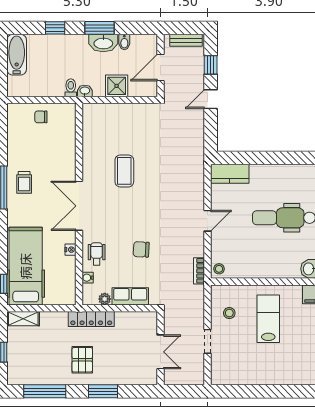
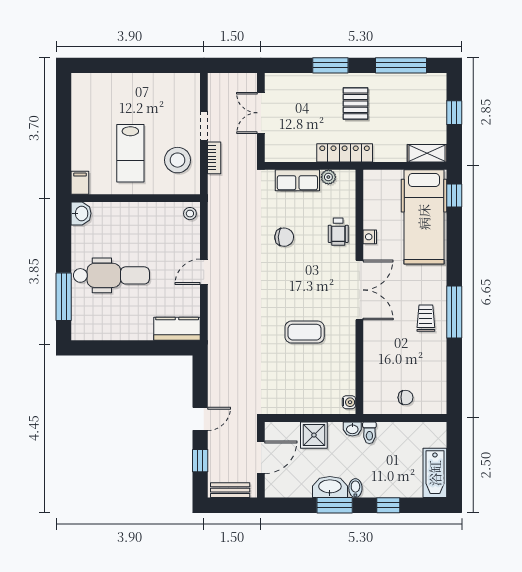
bidet: (124, 42) -> (355, 488), moved
coffee table: (124, 171) -> (305, 332), turned 90
bookcase: (199, 271) -> (214, 158), moved
water cooler: (88, 278) -> (349, 402), moved
stool: (229, 313) -> (177, 160), width x1.89, depth x1.89

